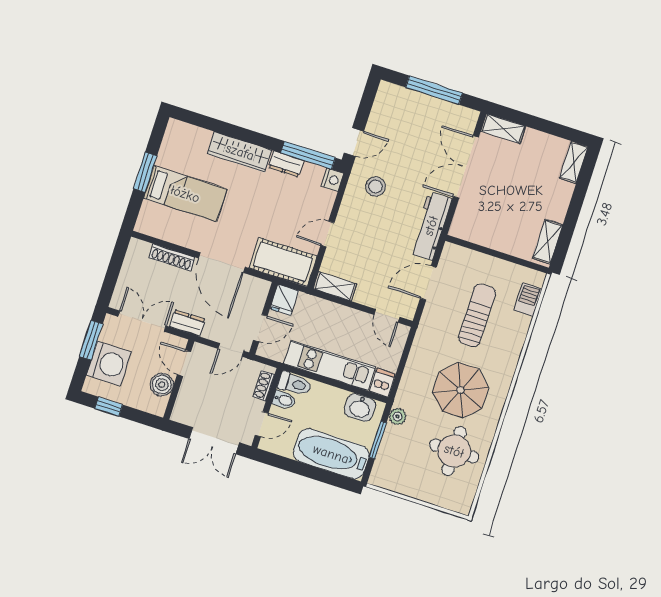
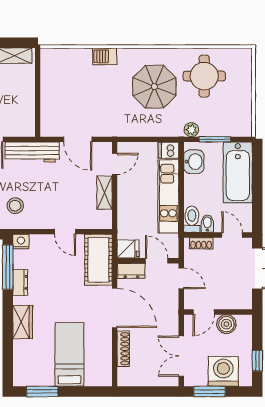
wardrobe: (240, 152) -> (23, 322), width x0.67
window: (145, 172) -> (42, 392), moved
door: (222, 263) -> (115, 308), hinge flipped
shelving: (335, 286) -> (104, 193), moved
barbecue: (528, 300) -> (105, 56), moved
sun lounger: (477, 315) -> (91, 93), removed
dresser: (187, 323) -> (131, 271), moved, turned -90

